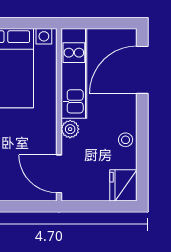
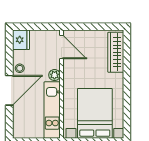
door: (142, 70) -> (9, 90), moved

